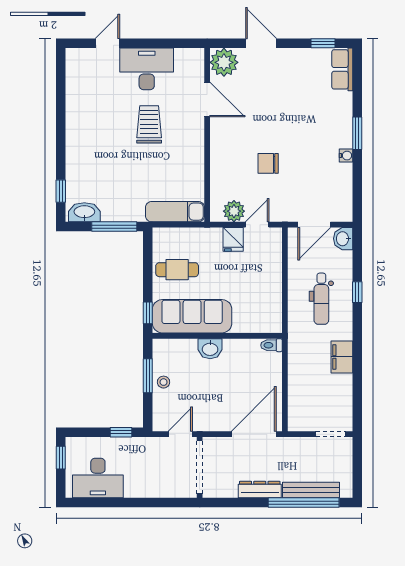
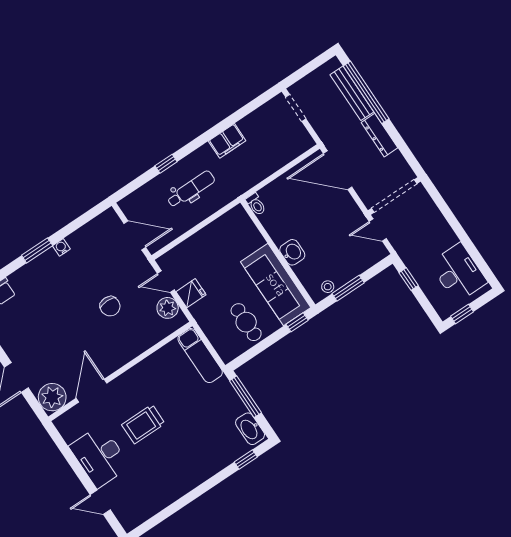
washbasin: (343, 239) -> (130, 204), removed
stool: (164, 382) -> (328, 287), moved

